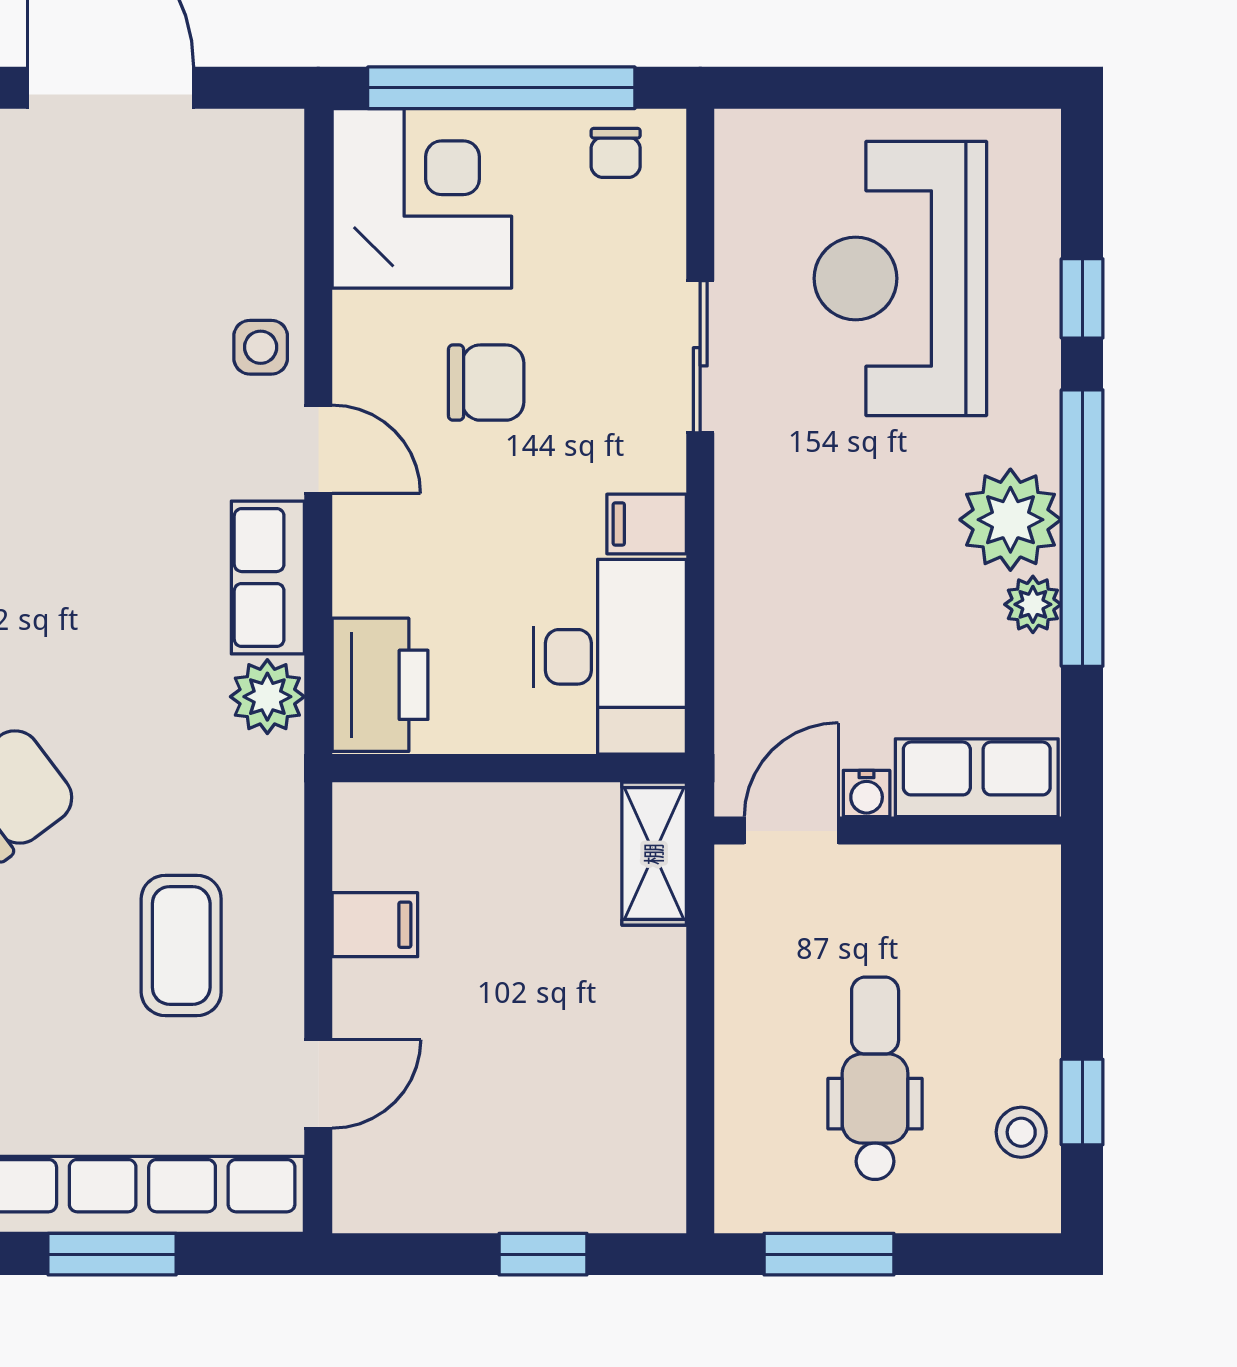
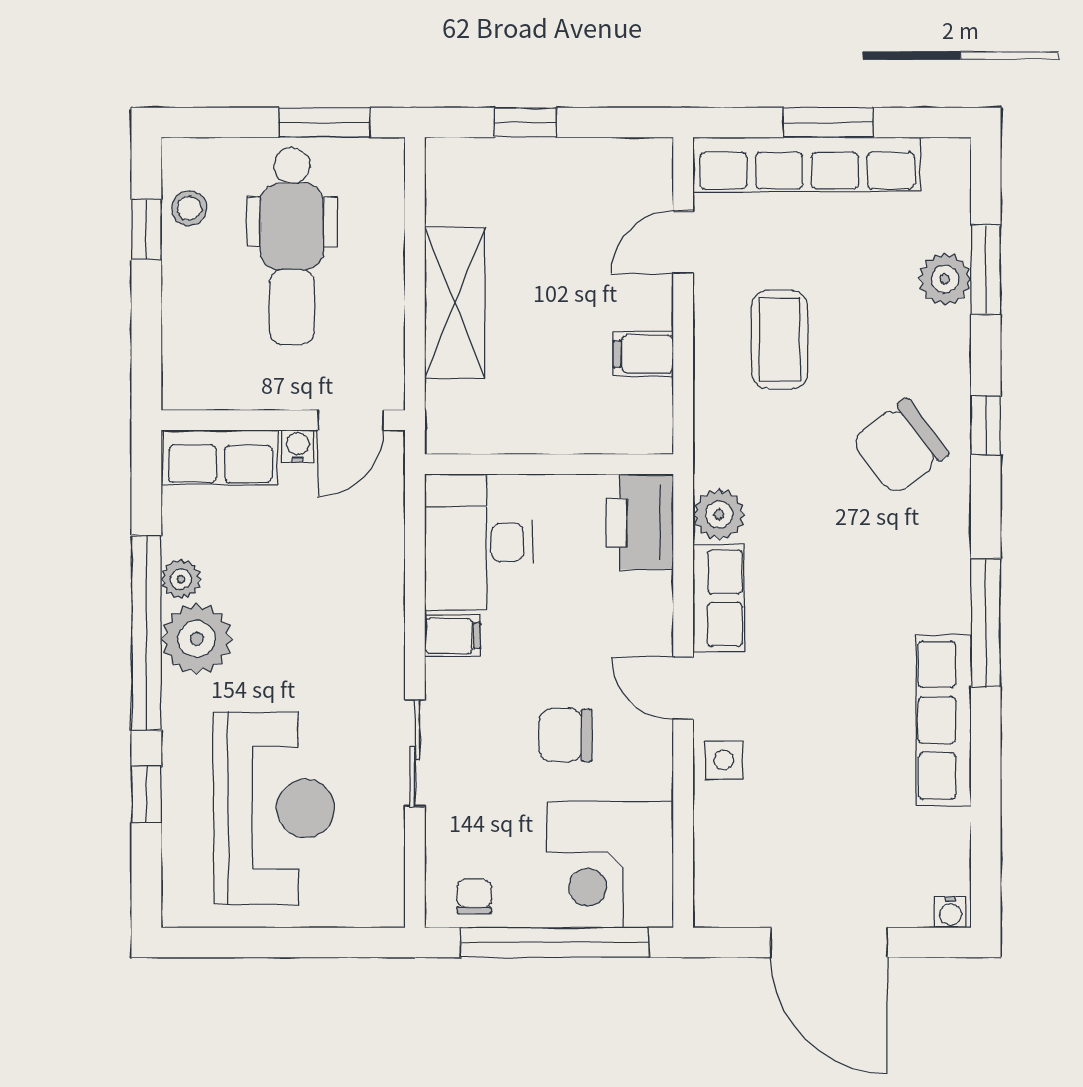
shelving: (654, 854) -> (455, 303), moved, width x1.50, depth x1.33
dental chair: (875, 1078) -> (292, 246), width x1.36, depth x1.38

